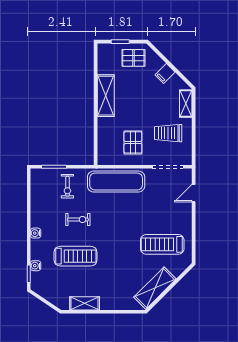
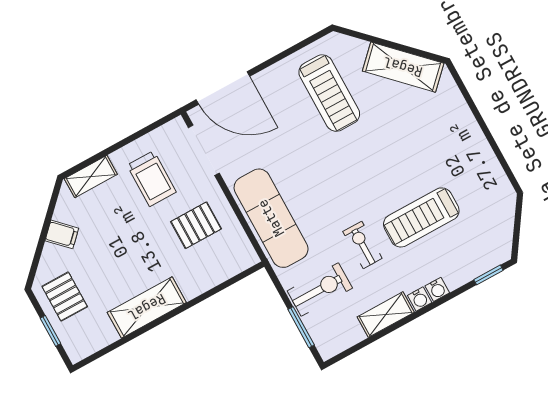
exercise bike: (67, 186) -> (320, 290), width x1.38, depth x1.39
door: (194, 193) -> (223, 88), width x1.88
treadmill: (76, 256) -> (421, 217), turned -90
water cooler: (36, 266) -> (437, 289), moved
shelving: (85, 303) -> (386, 315), moved, turned 90

